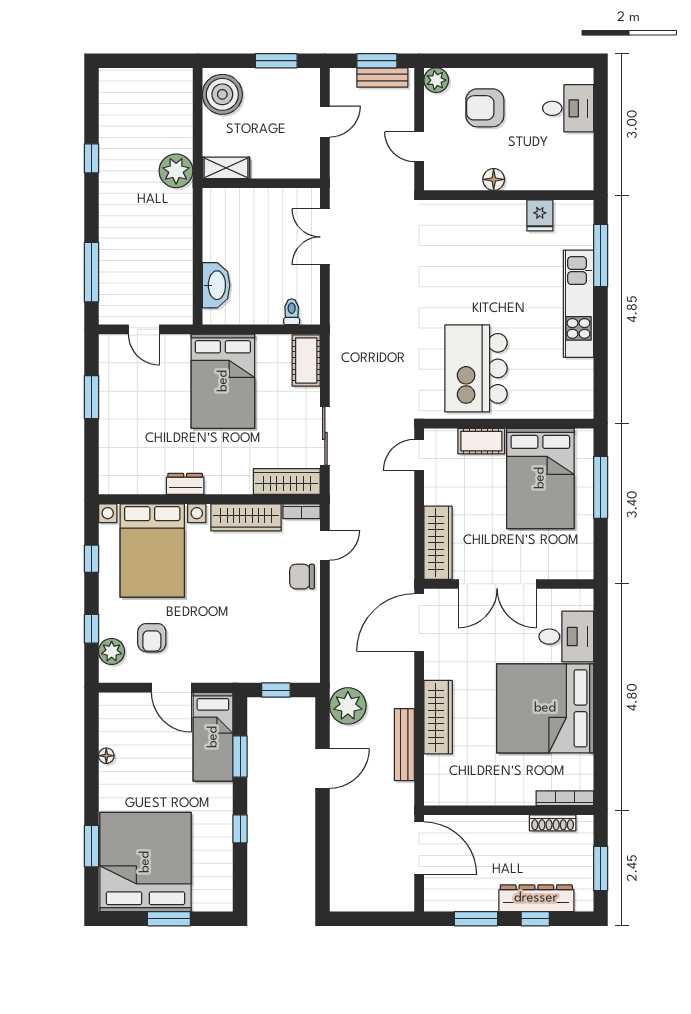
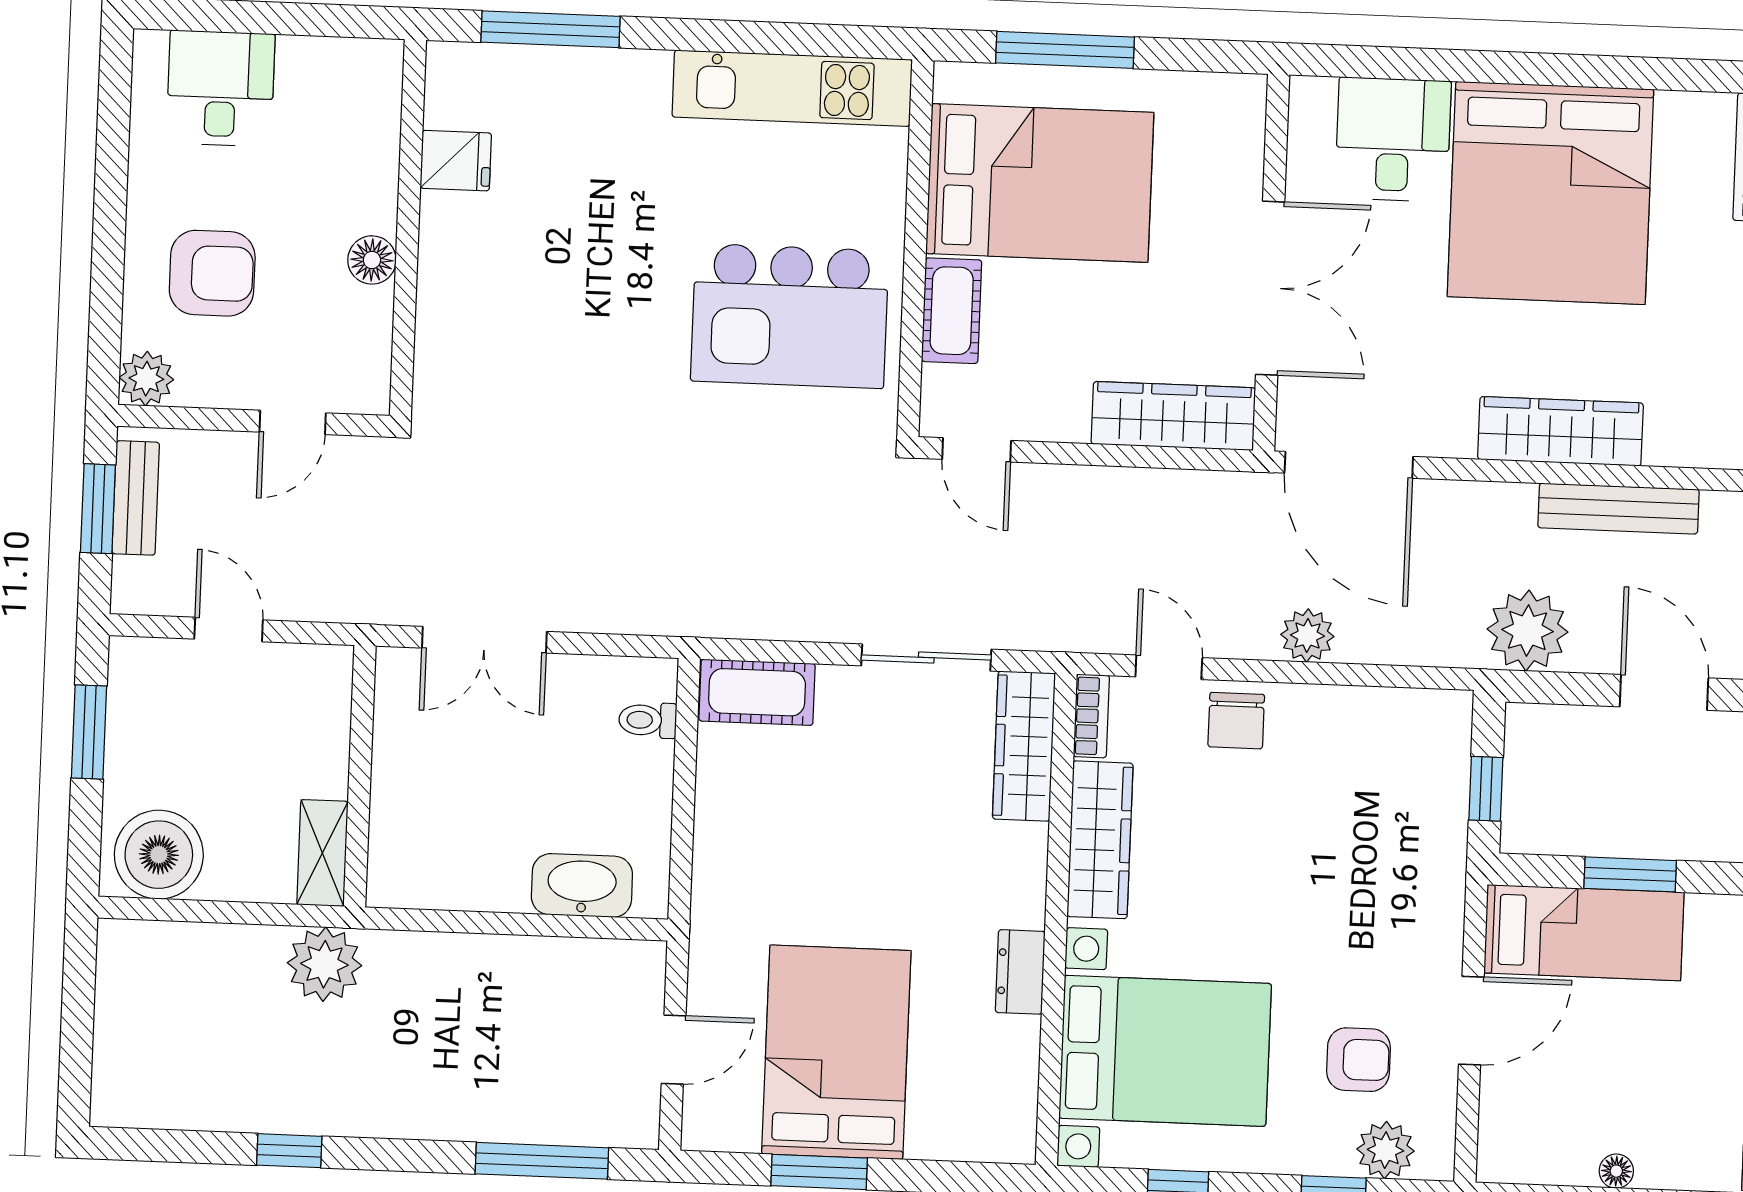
armchair: (485, 108) -> (212, 273), turned -90
kitchen unit: (578, 304) -> (792, 88), moved
bed: (223, 381) -> (836, 1052), moved, turned -90
plant: (342, 607) -> (1307, 635), added

